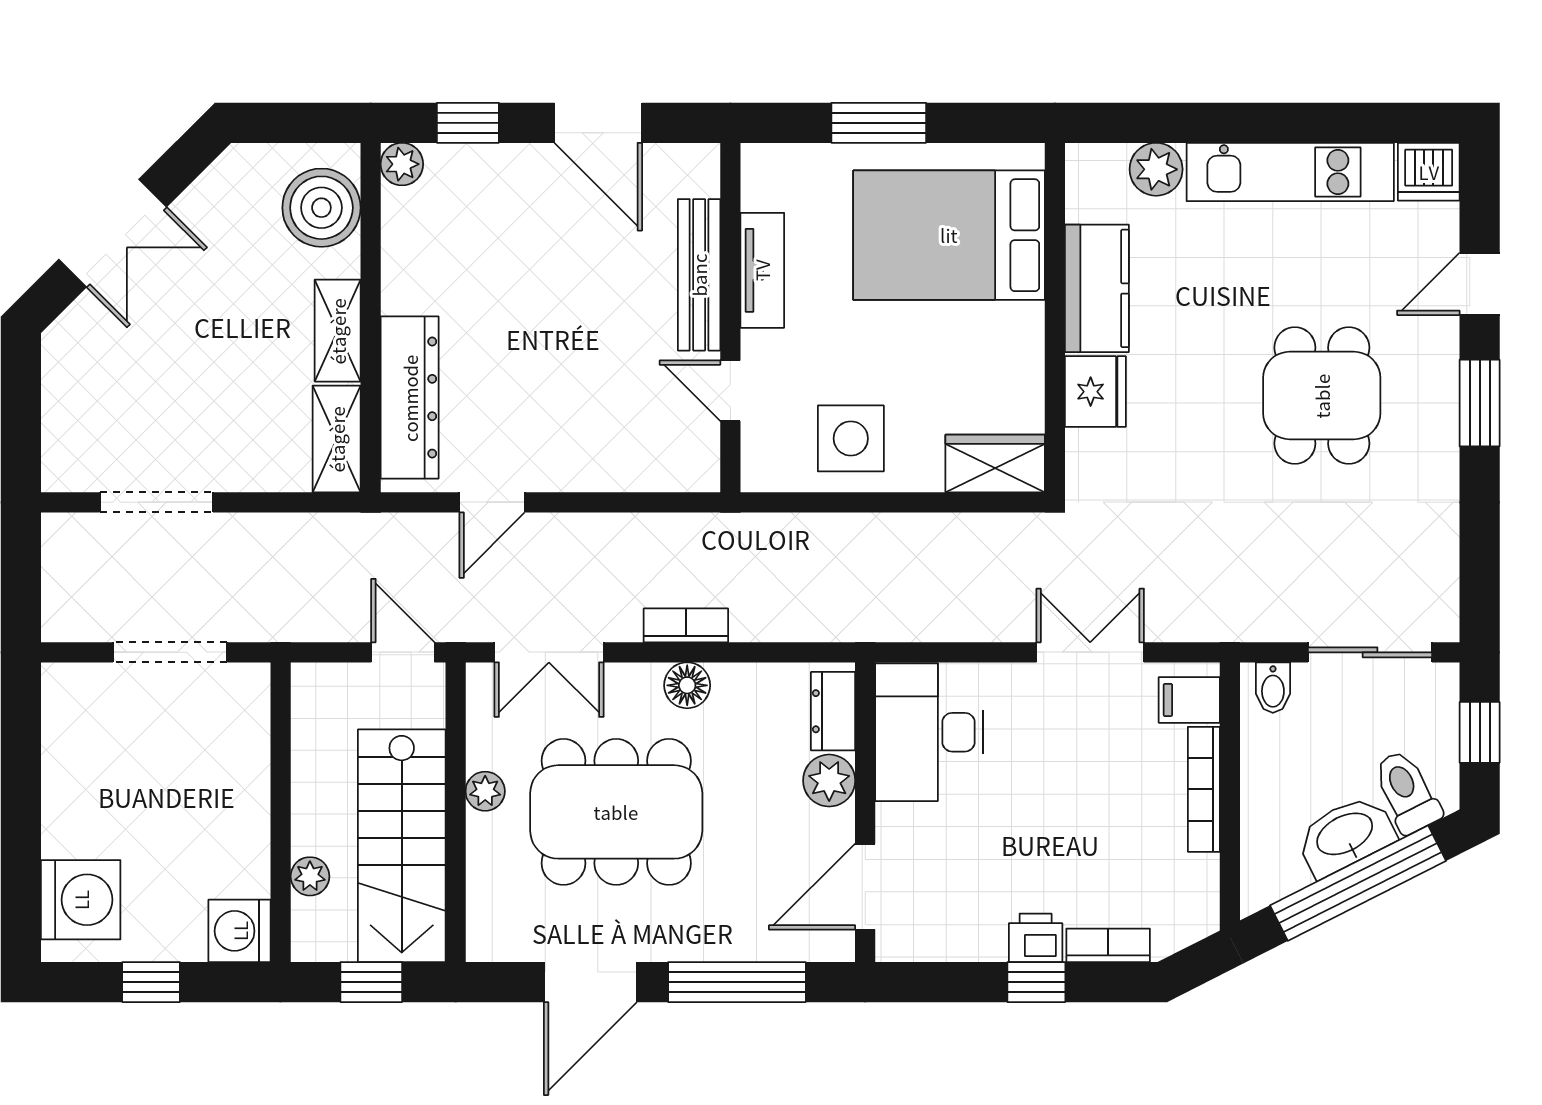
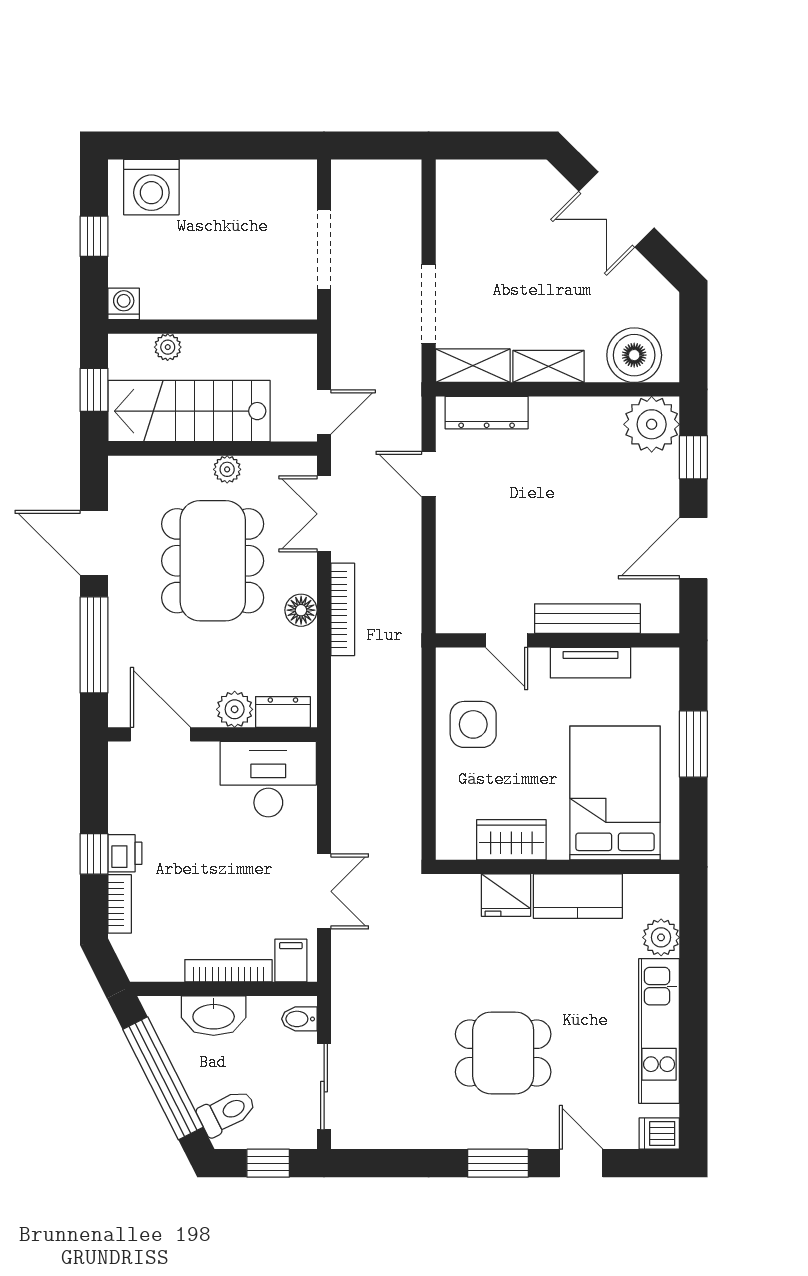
plant: (402, 164) -> (652, 424), width x1.88, depth x1.88
dishwasher: (1429, 172) -> (659, 1134), width x0.73
door: (730, 391) -> (506, 640), swing flipped
dresser: (410, 398) -> (487, 413), width x0.73, depth x0.80
wardrobe: (995, 464) -> (511, 840), moved, turned -90
doorway: (156, 502) -> (429, 304), moved
bookcase: (686, 625) -> (343, 609), width x1.56
washbasin: (1345, 835) -> (214, 1016), moved, turned 117
washing machine: (240, 931) -> (124, 304), width x0.73, depth x0.73

